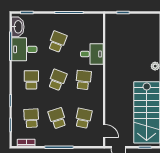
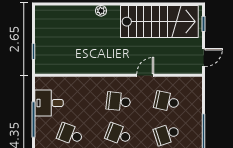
desk: (92, 54) -> (49, 103), moved, turned -90
door: (104, 131) -> (145, 75), moved

